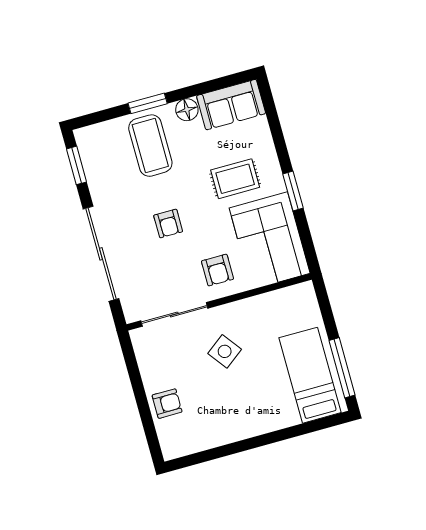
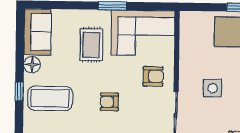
window: (148, 103) -> (19, 91), width x0.67
armchair: (168, 223) -> (109, 102), turned 180
side table: (225, 351) -> (213, 88), turned 37

